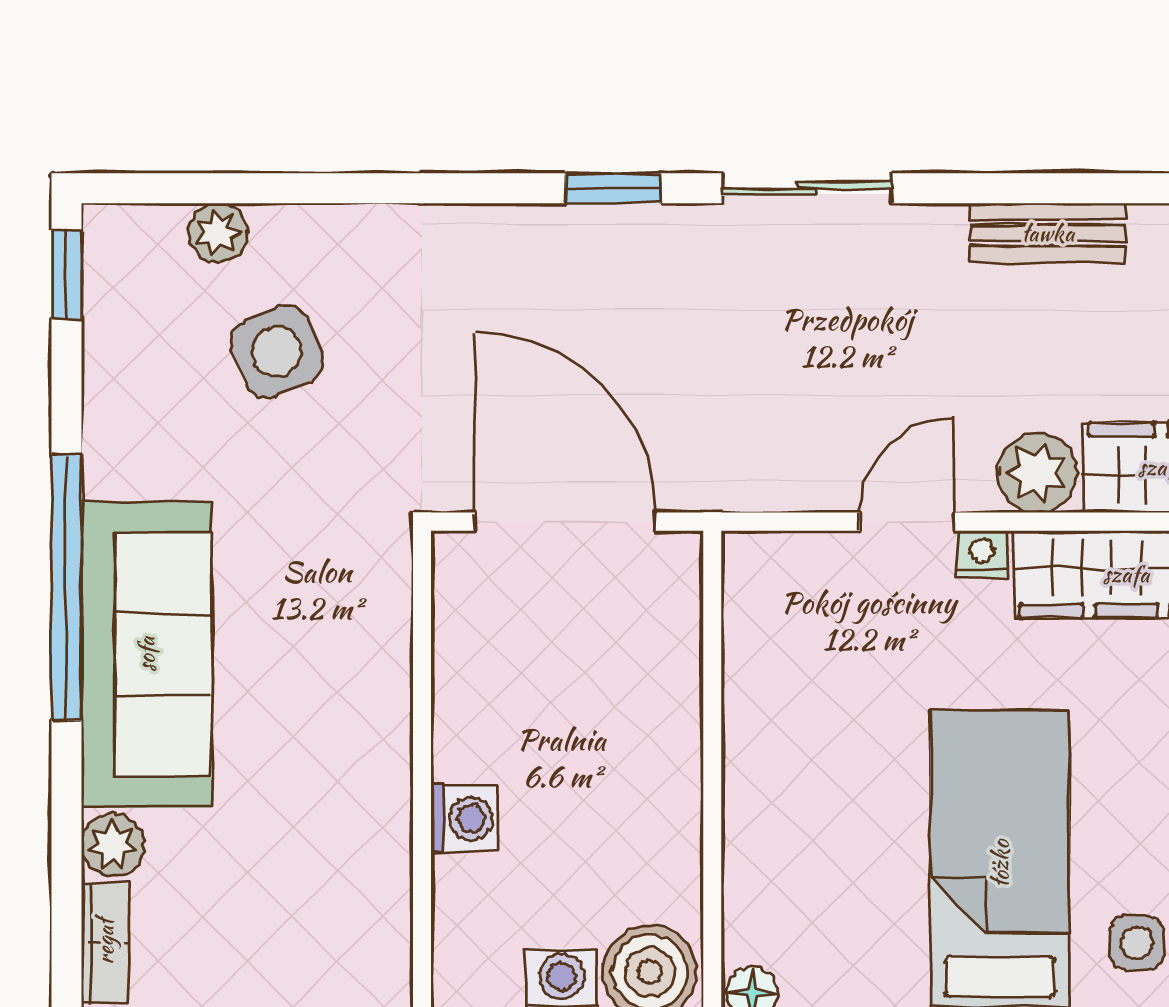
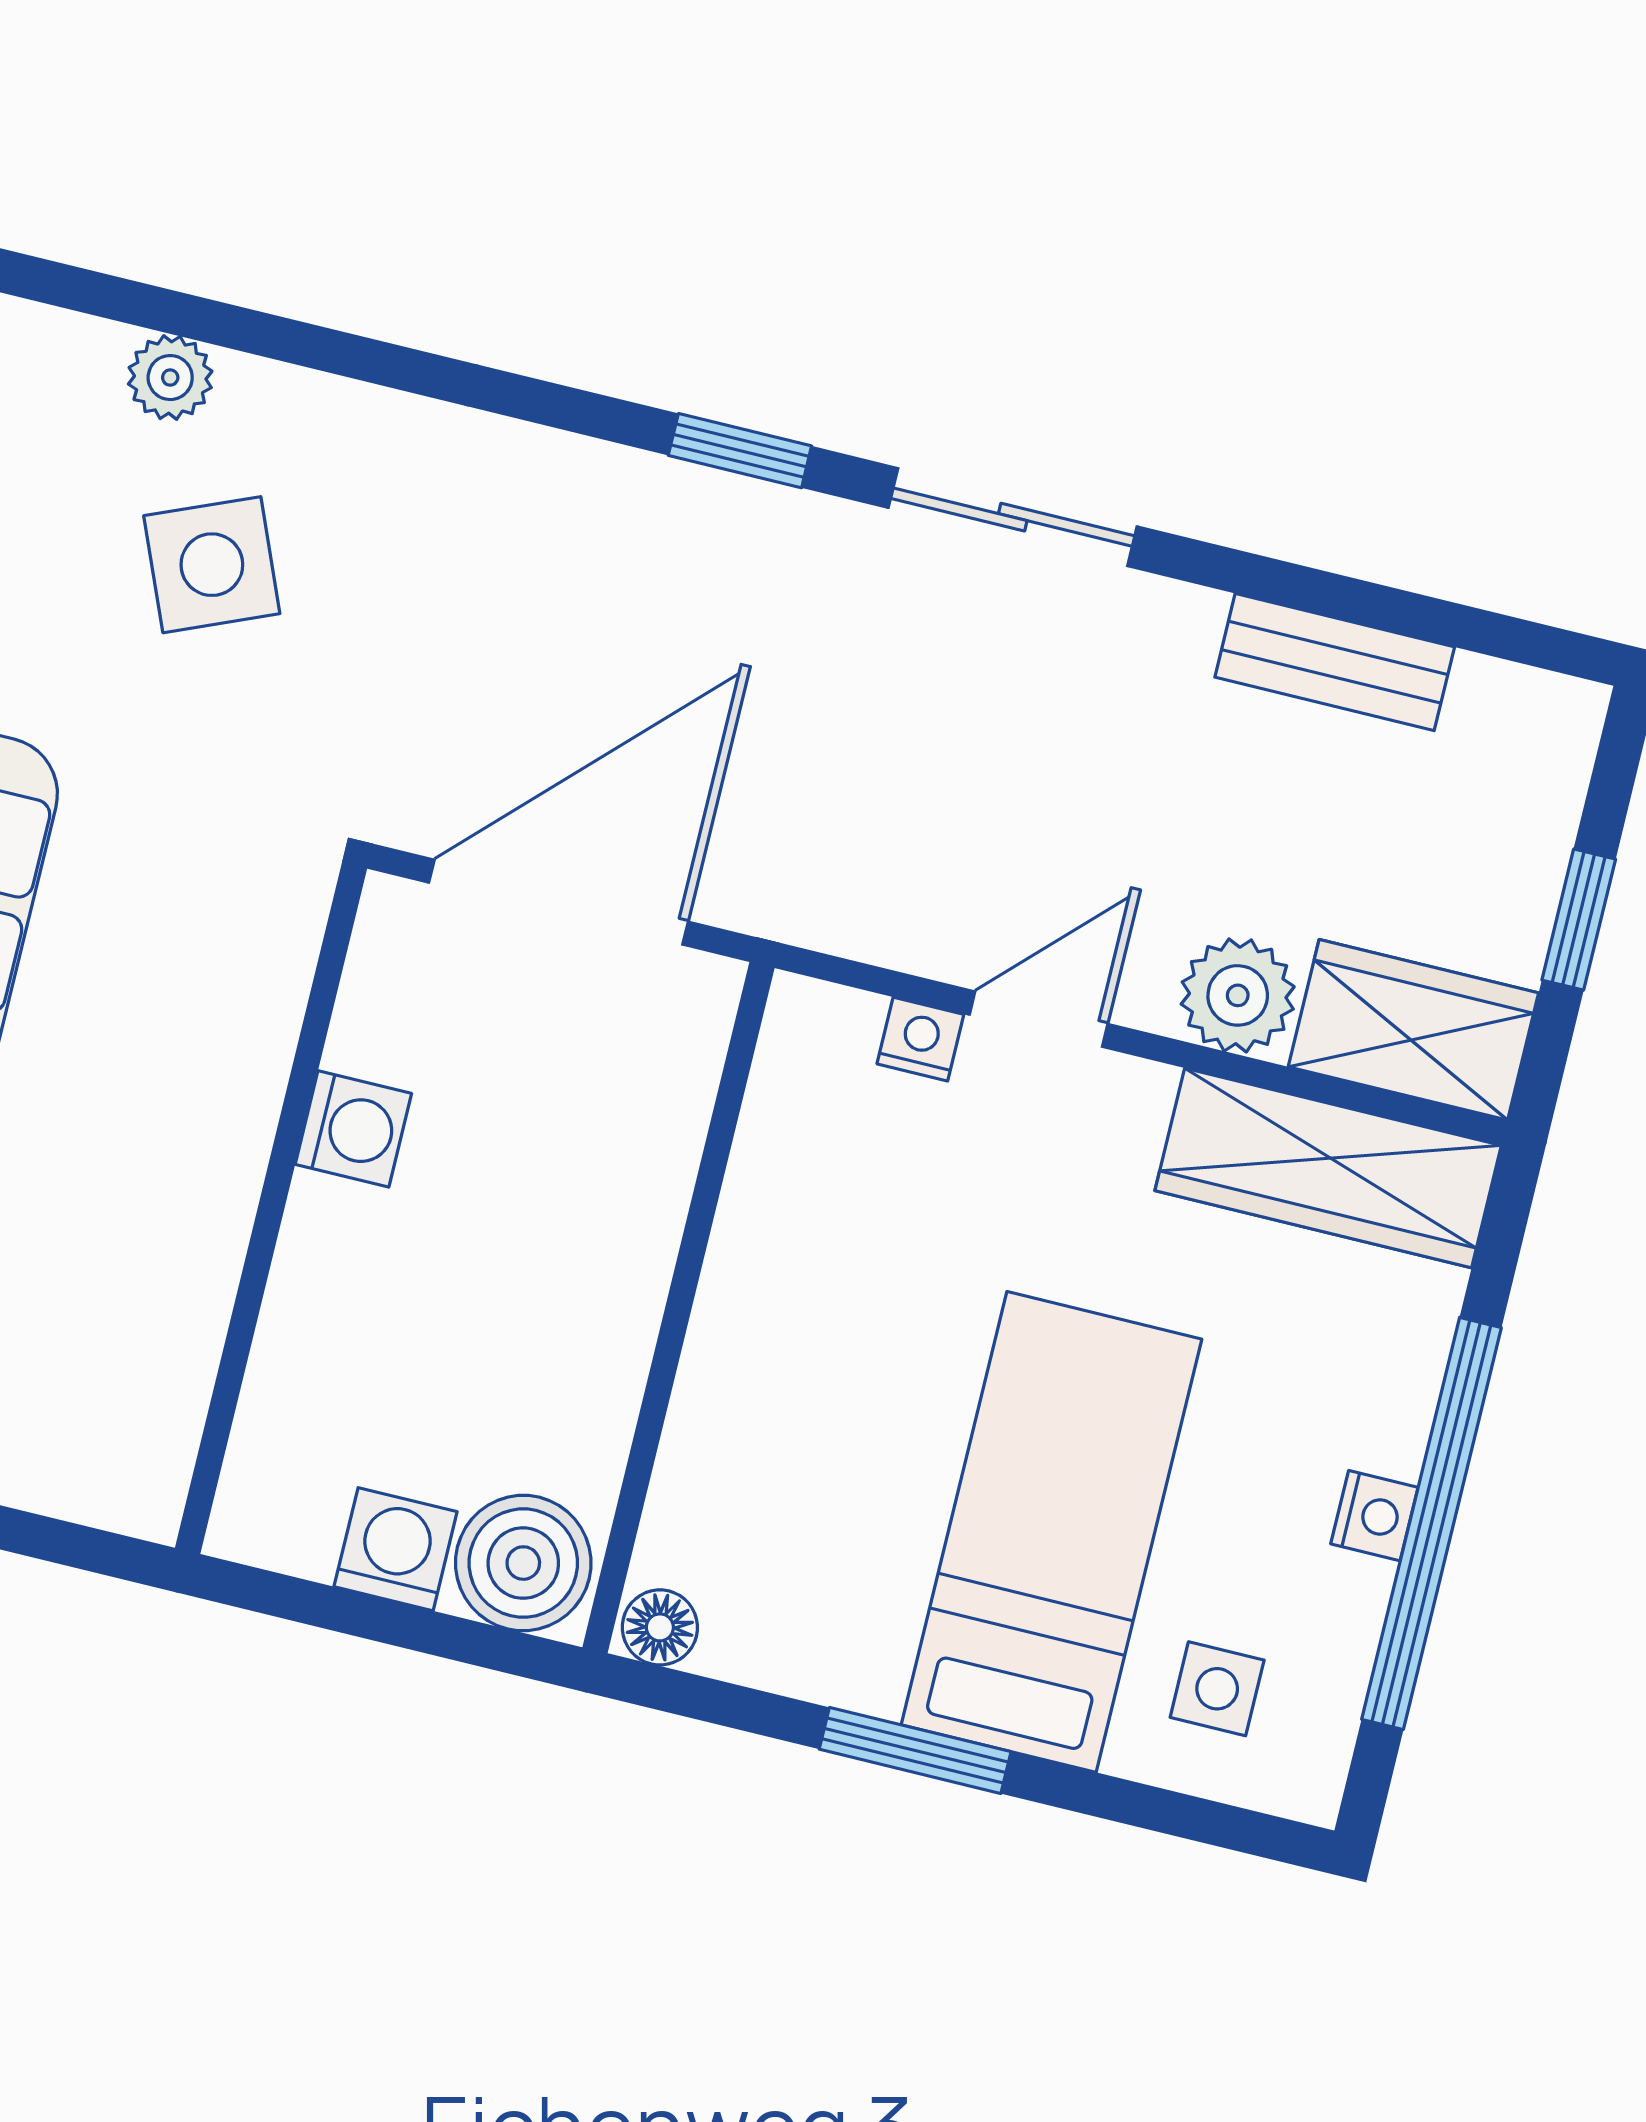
door: (565, 522) -> (558, 902), hinge flipped
nightstand: (982, 554) -> (920, 1039), moved
washing machine: (464, 819) -> (353, 1129), moved

